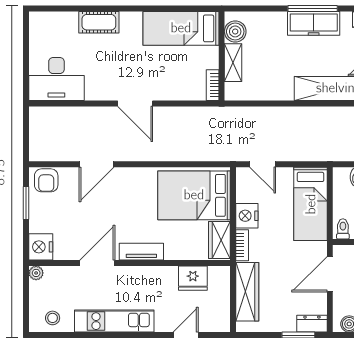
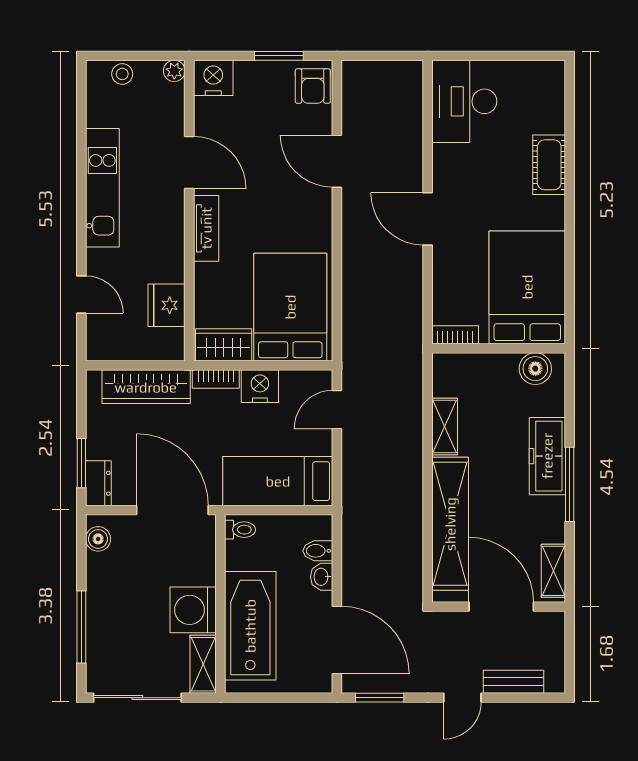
freezer: (314, 23) -> (547, 456), moved
bed: (181, 28) -> (527, 287), width x1.50
shelving: (233, 63) -> (445, 427), moved, turned 90
door: (135, 103) -> (428, 219), hinge flipped
armchair: (46, 180) -> (313, 86), turned -90
door: (330, 274) -> (172, 510), width x1.36
stool: (53, 318) -> (122, 74), moved

